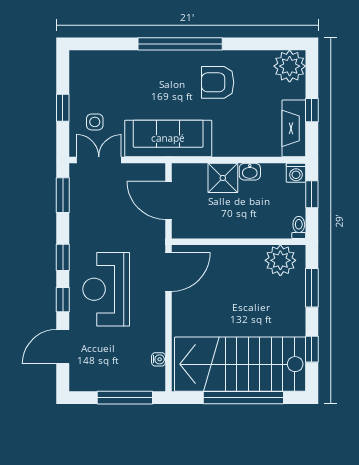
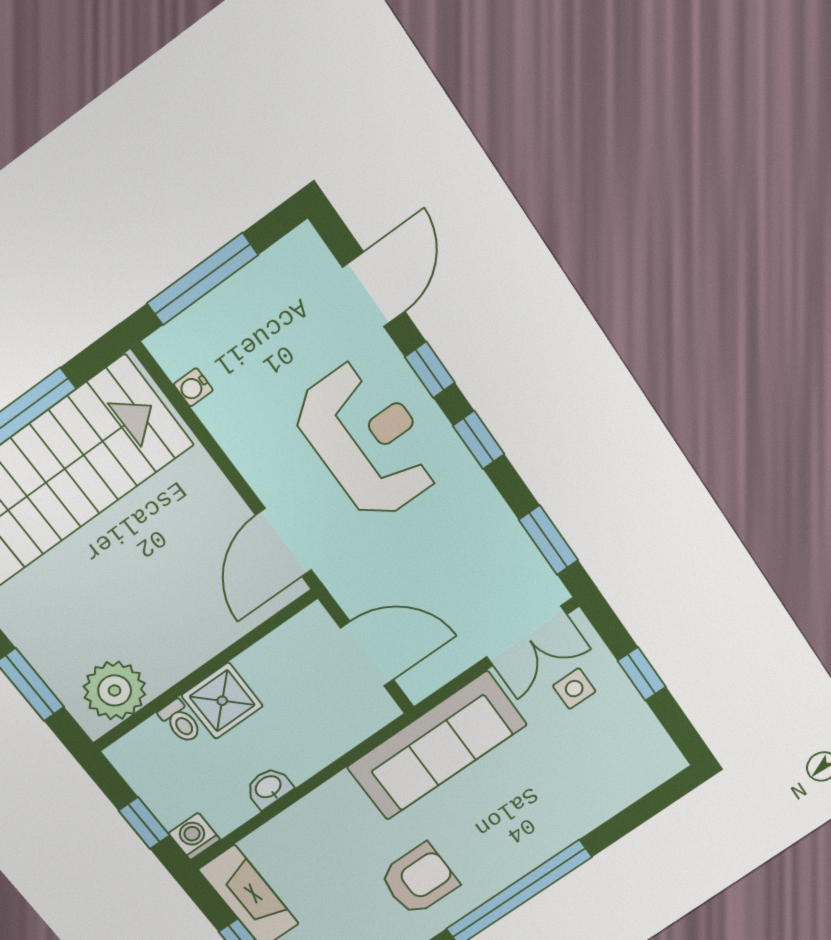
shower: (223, 178) -> (222, 701), moved
toilet: (299, 227) -> (180, 722), moved

